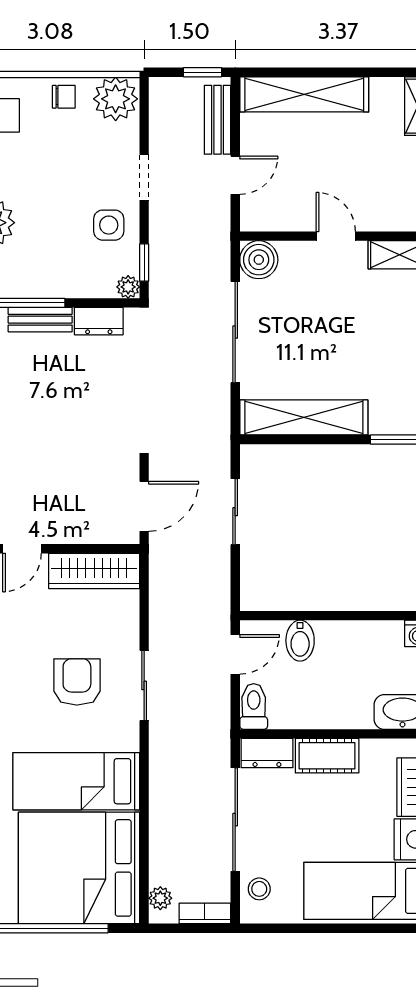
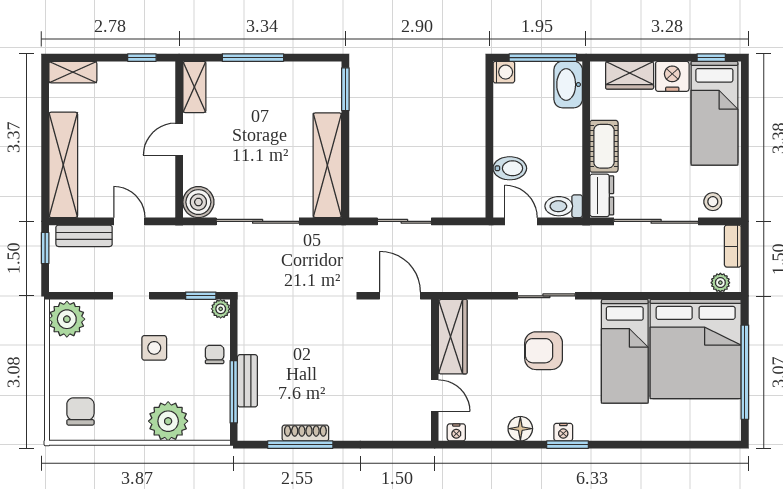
chair: (64, 97) -> (215, 354), moved
side table: (109, 225) -> (154, 348), moved
dresser: (99, 321) -> (249, 333), removed

